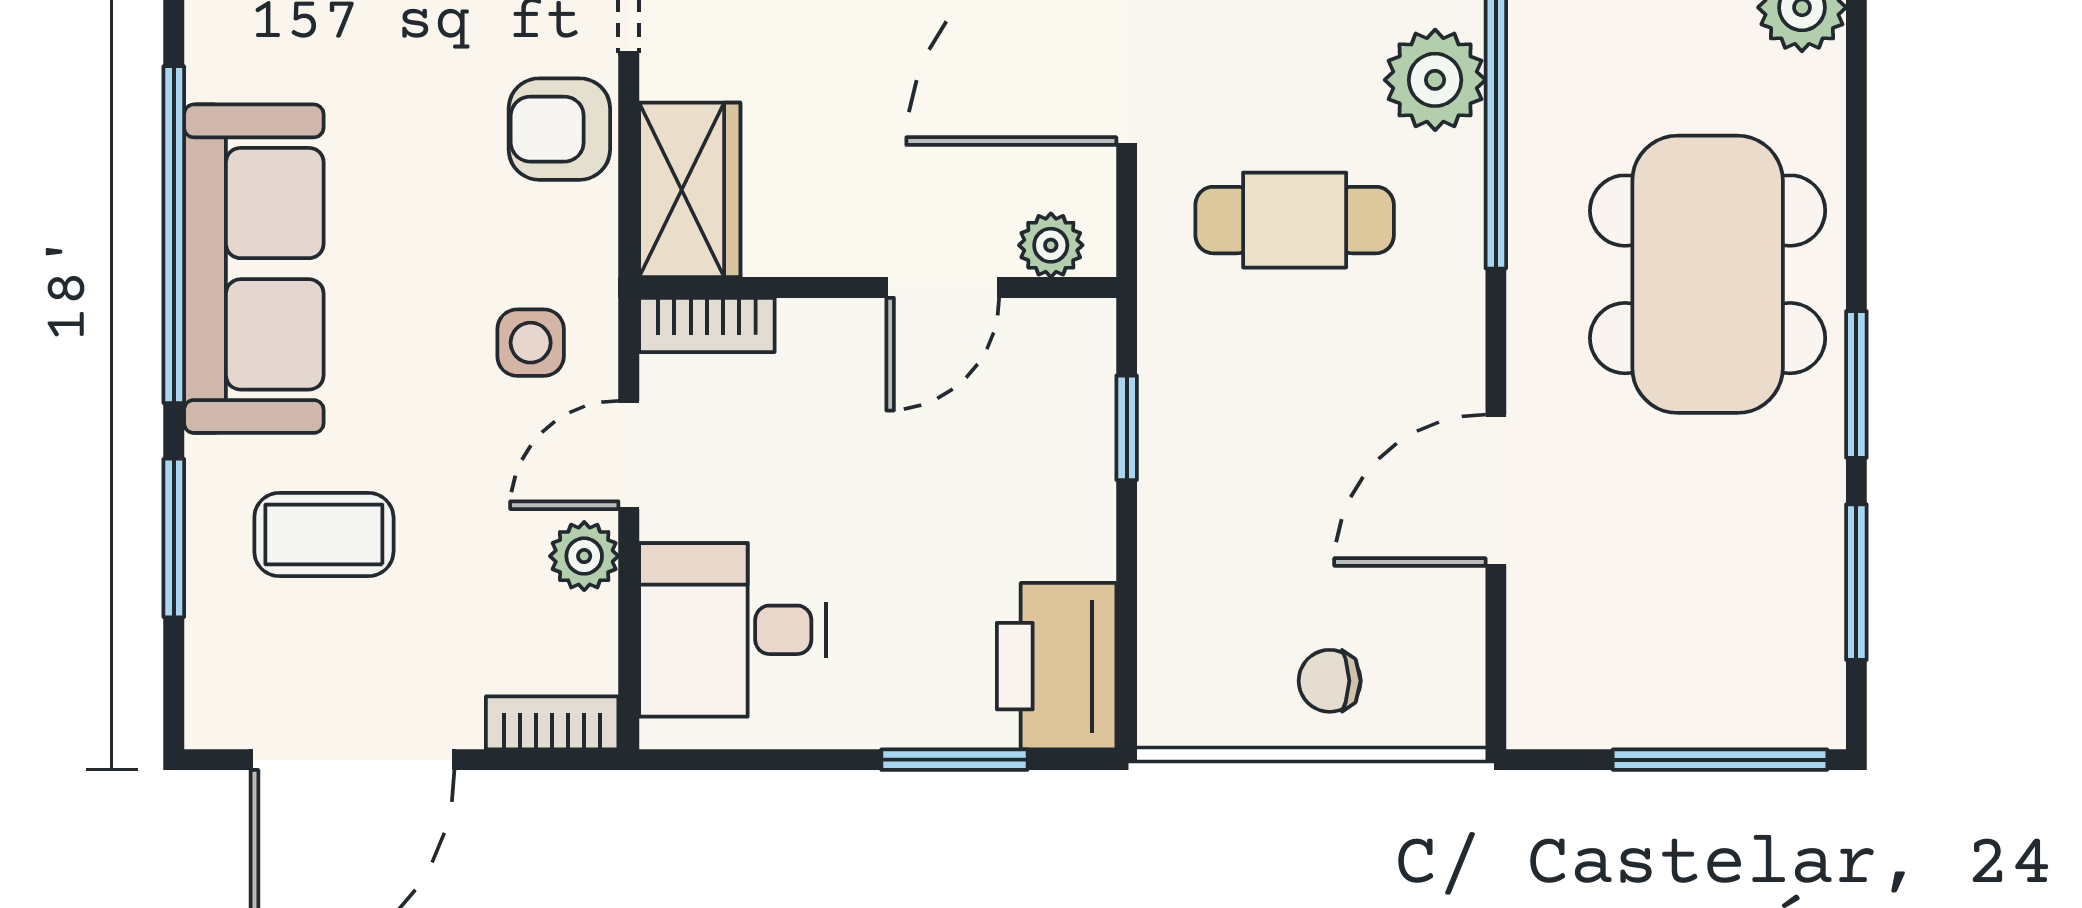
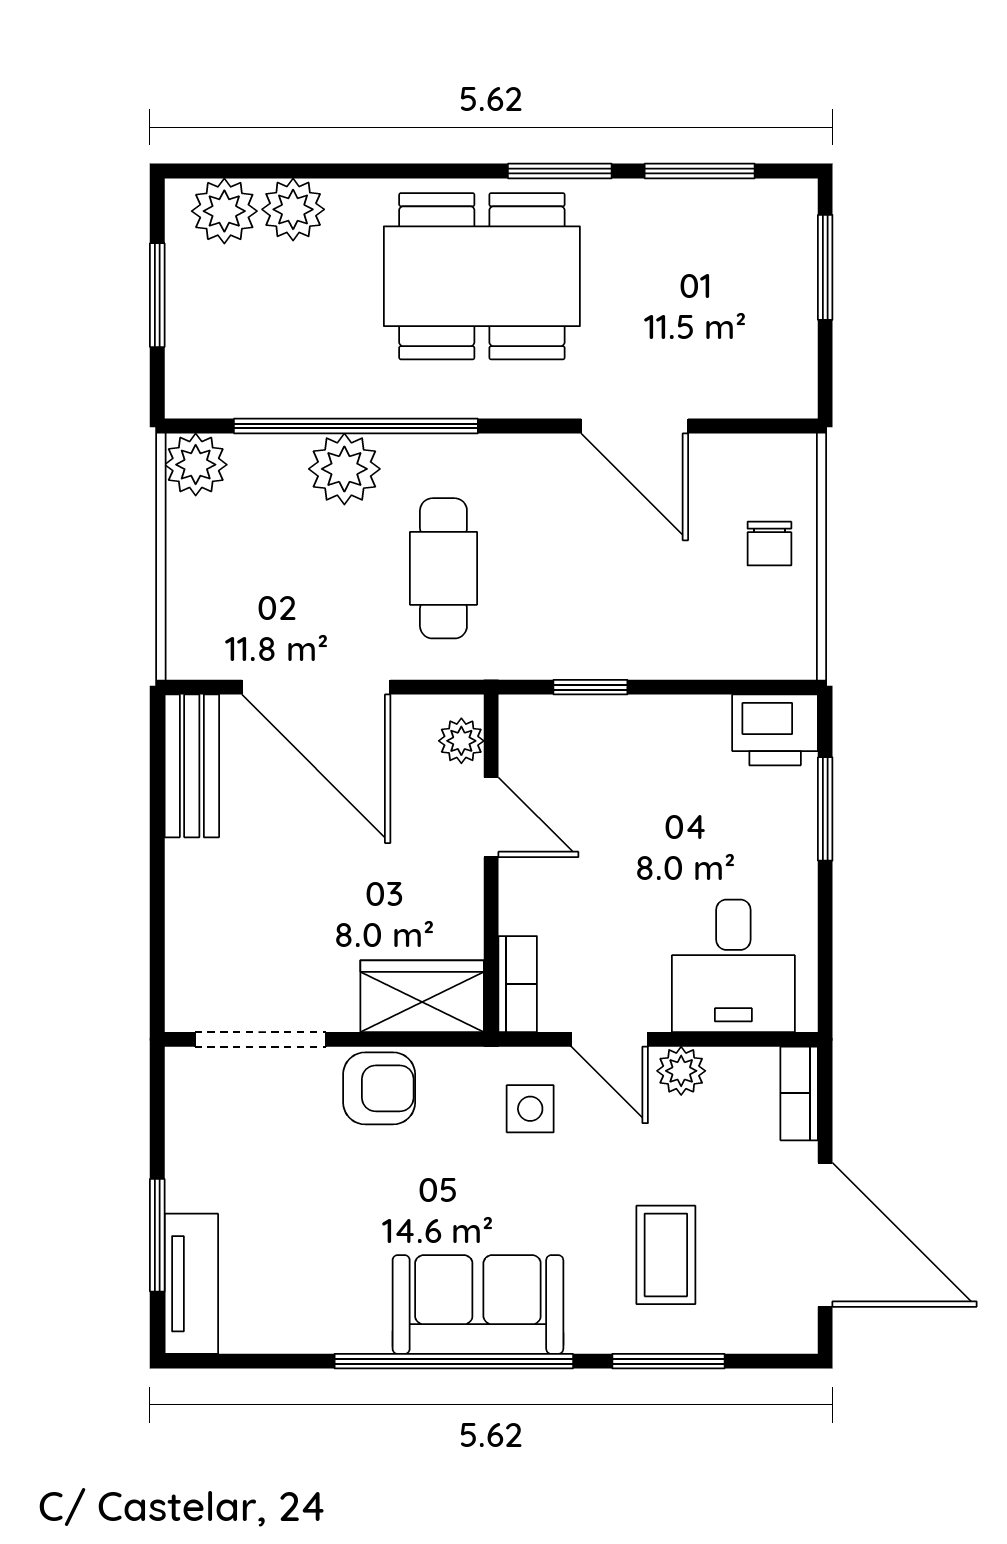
armchair: (559, 129) -> (379, 1088), turned -90
sofa: (254, 269) -> (478, 1305), width x0.73
printer: (1057, 666) -> (775, 730), width x0.73, depth x0.84
window: (1720, 760) -> (825, 267), width x0.69

